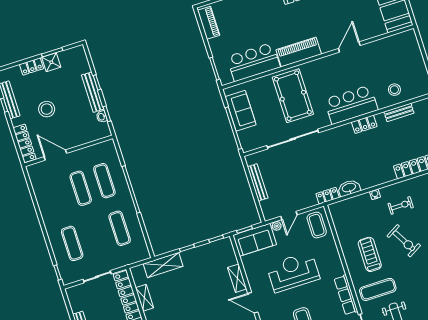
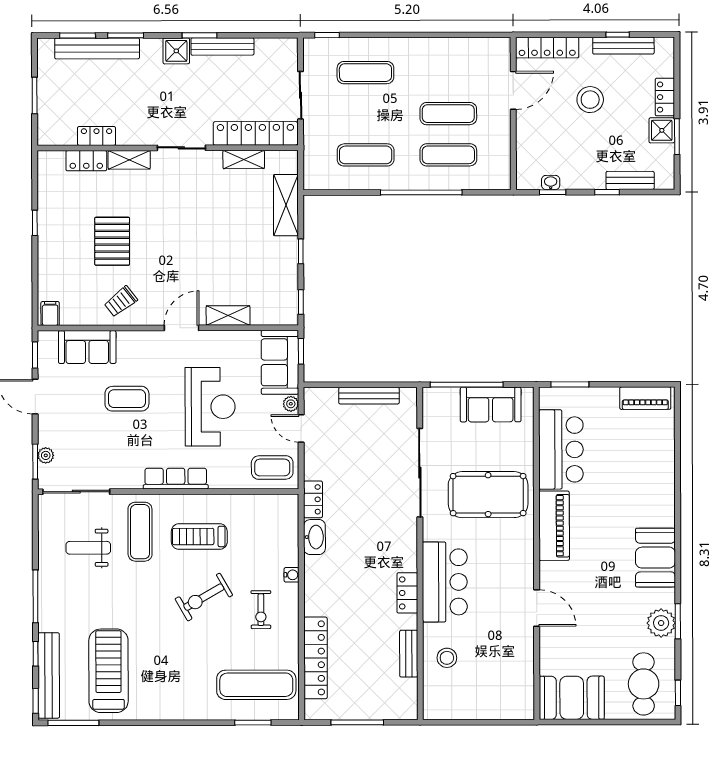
bench: (93, 92) -> (630, 180), moved, width x0.73
treadmill: (370, 254) -> (199, 536), turned 180
row of seats: (346, 295) -> (176, 479), moved

